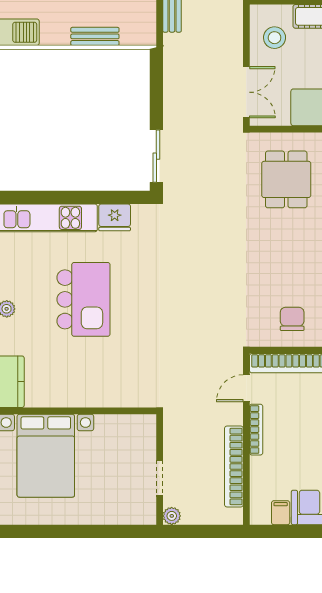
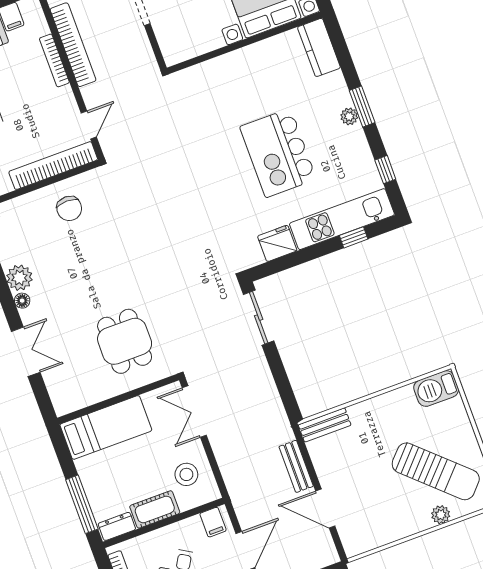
bench: (95, 36) -> (325, 425), moved
window: (43, 197) -> (354, 237), added
bookcase: (256, 430) -> (54, 60), moved

